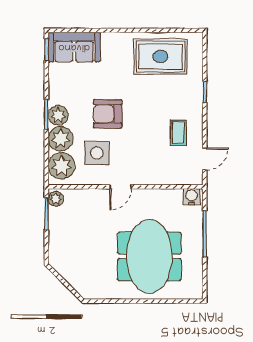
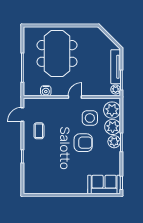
rug: (160, 57) -> (50, 178), removed
water cooler: (192, 197) -> (46, 91), moved
tv unit: (56, 235) -> (116, 67), added

